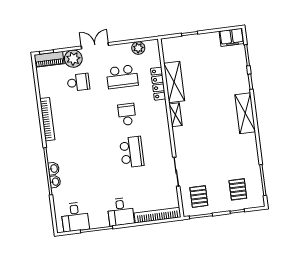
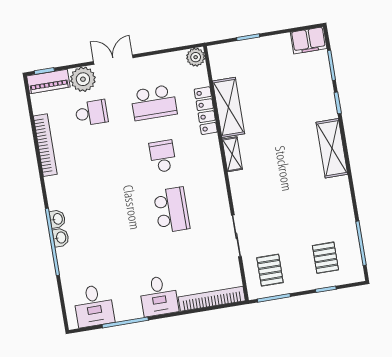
plant: (138, 48) -> (196, 57), moved
bookcase: (47, 119) -> (45, 145), moved
washbasin: (55, 182) -> (57, 219), moved

